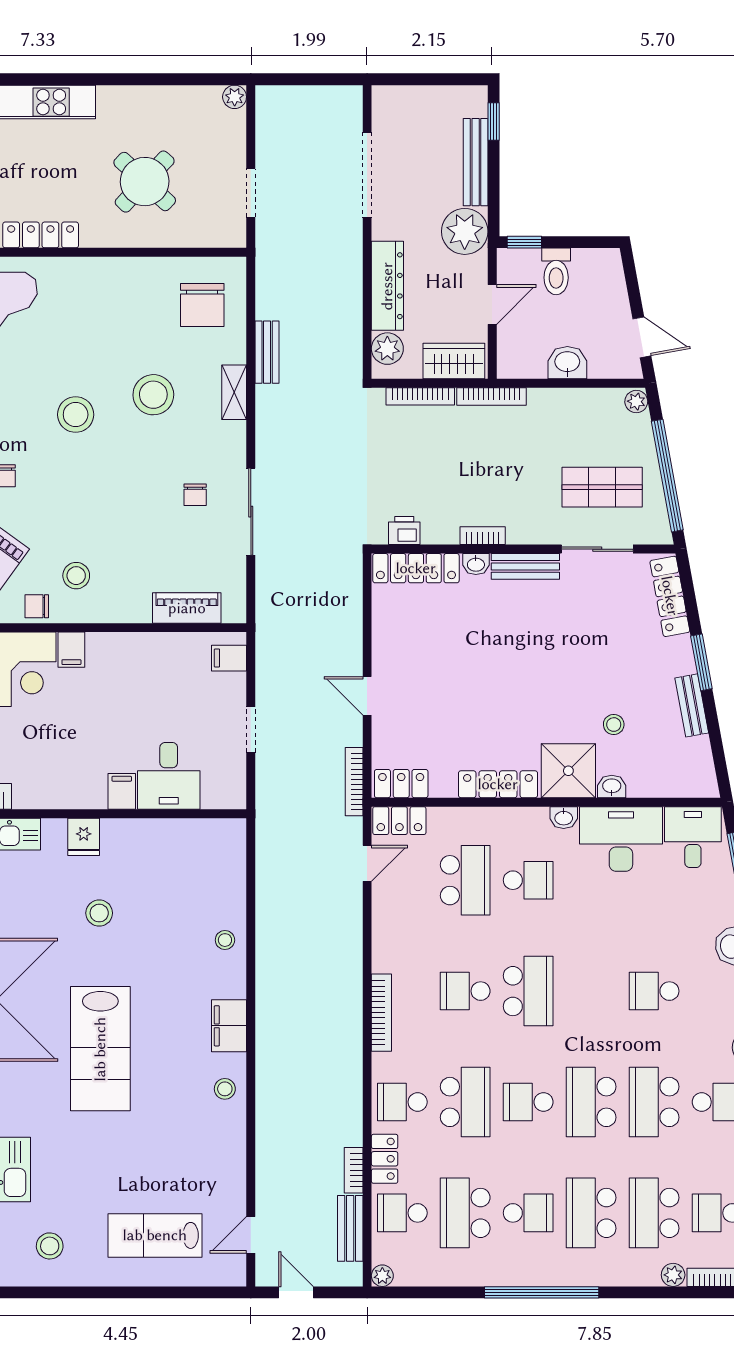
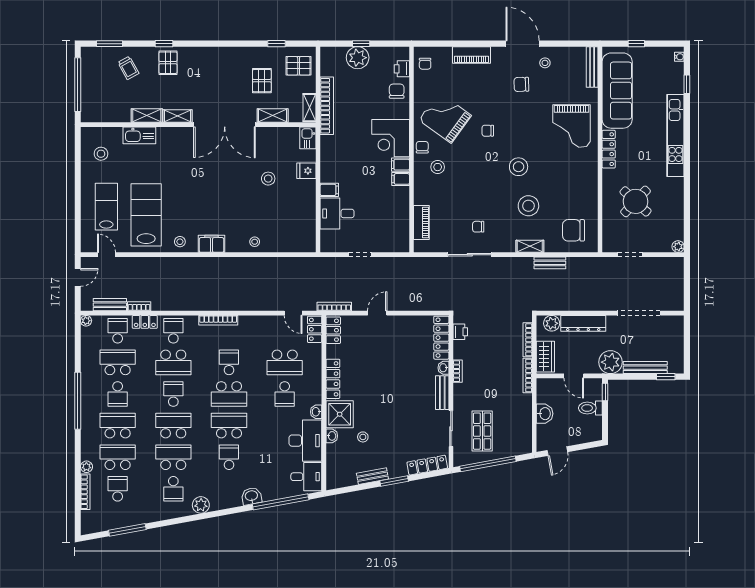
plant: (636, 402) -> (525, 448), removed
filing cabinet: (229, 658) -> (401, 179), moved, turned -90
school desk: (591, 991) -> (229, 426), added
lab bench: (100, 1049) -> (146, 215), moved, turned 90

